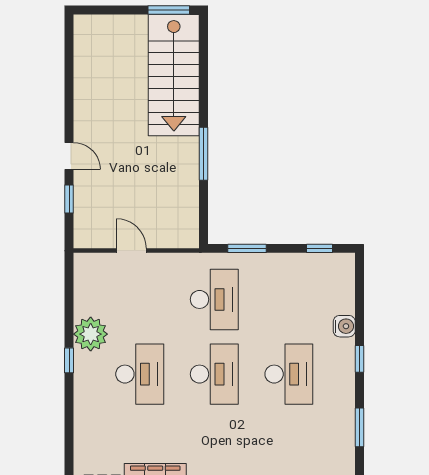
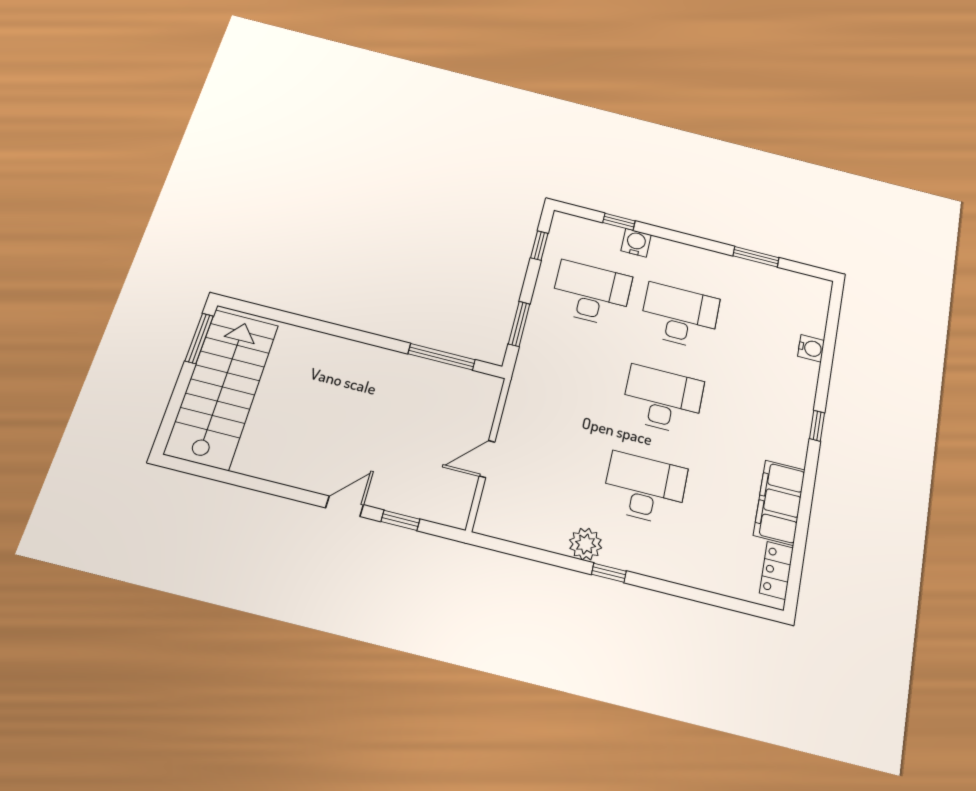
stairs: (174, 75) -> (222, 389), moved, turned -90
window: (203, 154) -> (442, 357), moved
desk: (214, 299) -> (591, 293), moved
plant: (91, 334) -> (586, 544), width x0.73, depth x0.73
window: (359, 359) -> (619, 222), moved

